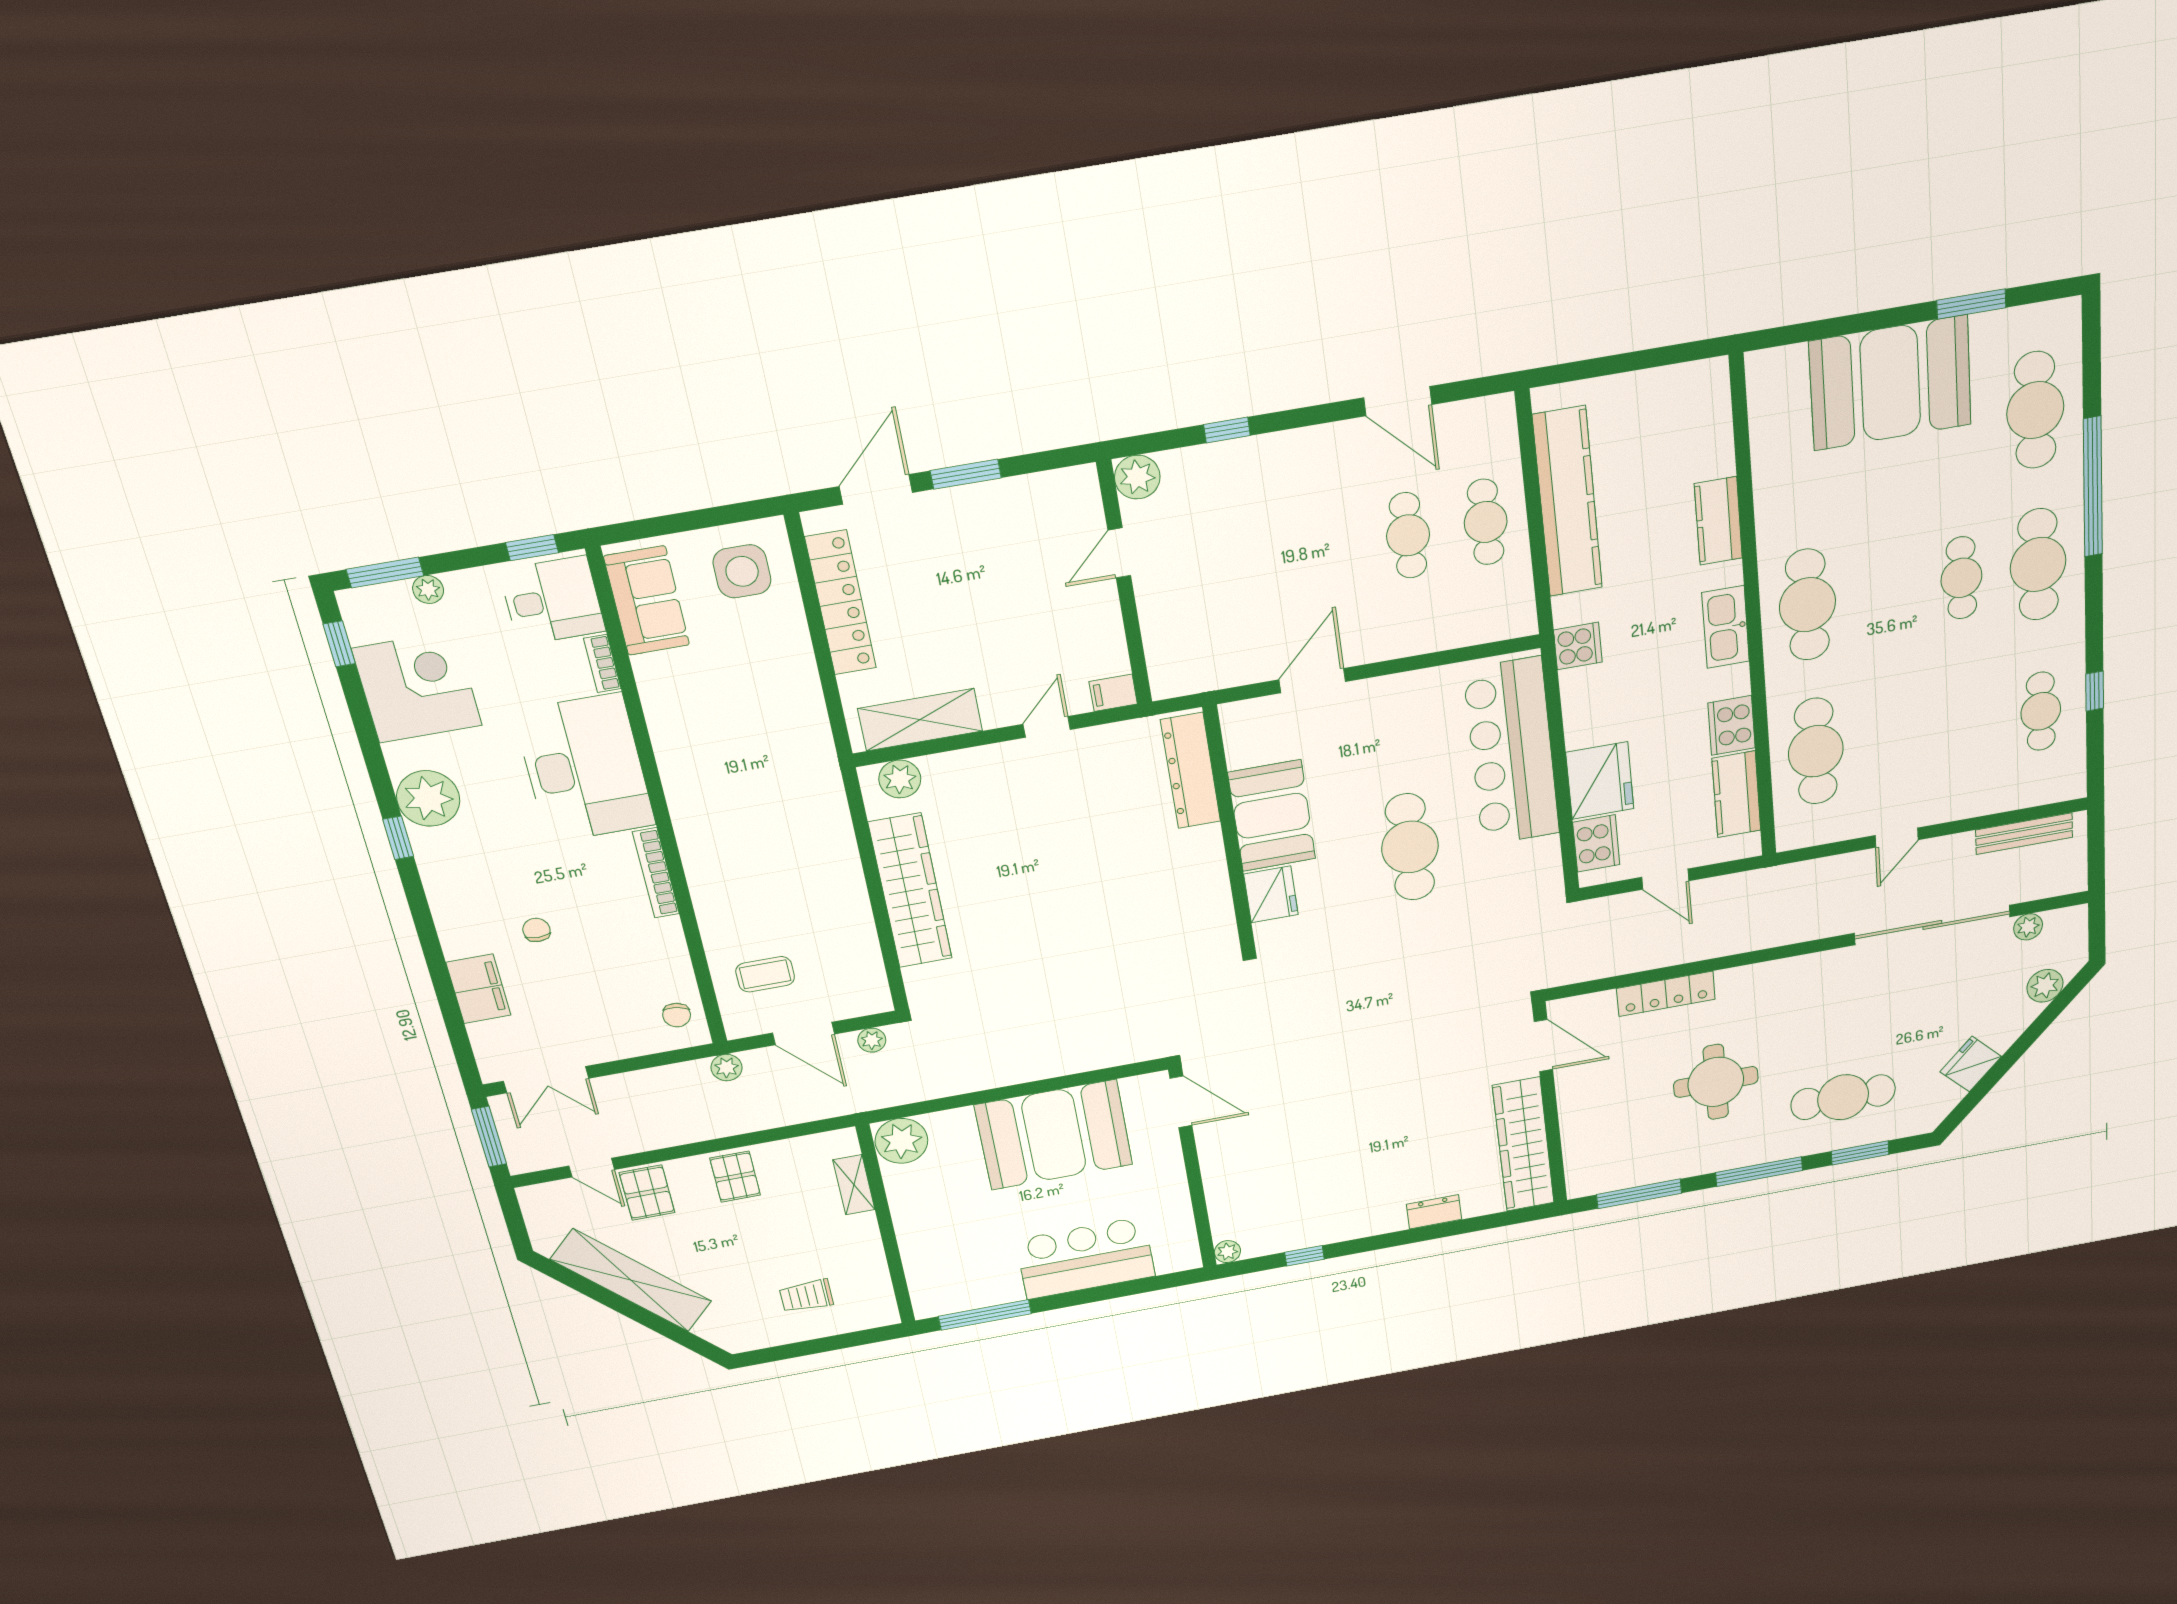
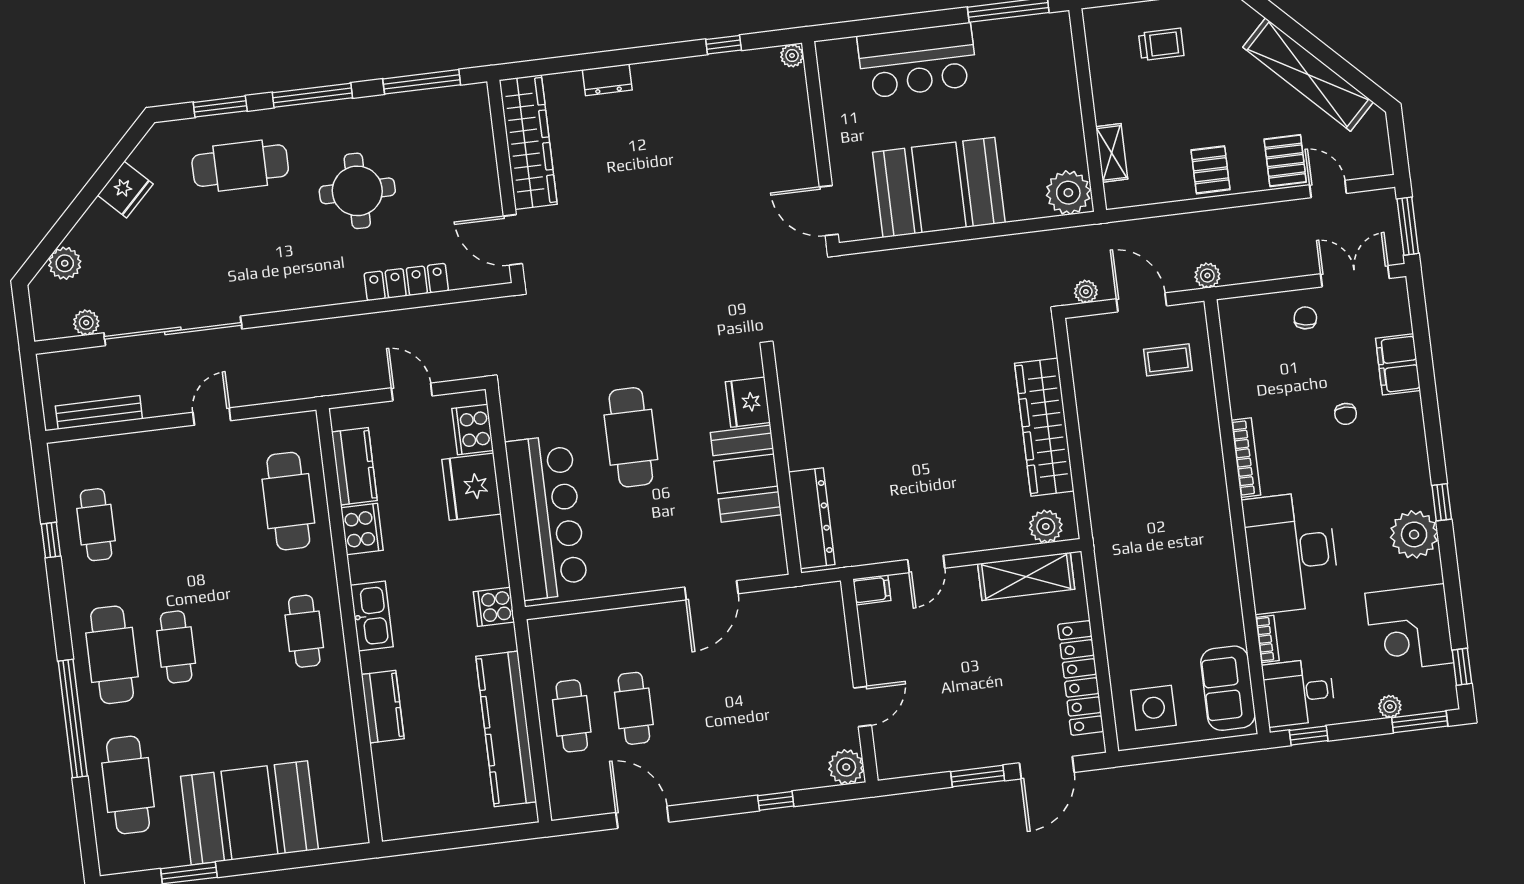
cafe table: (1807, 605) -> (304, 631), width x0.73, depth x0.74
chair: (677, 1015) -> (1305, 318), moved

